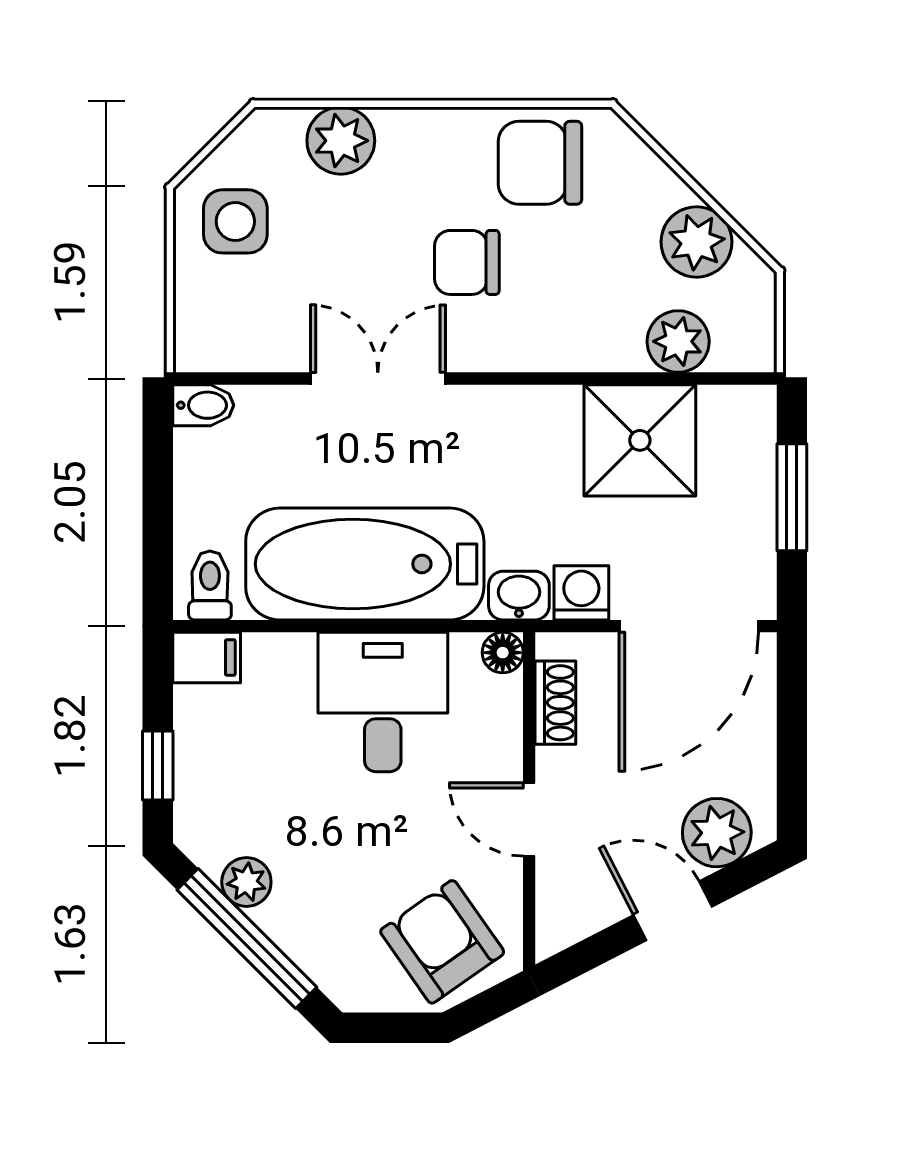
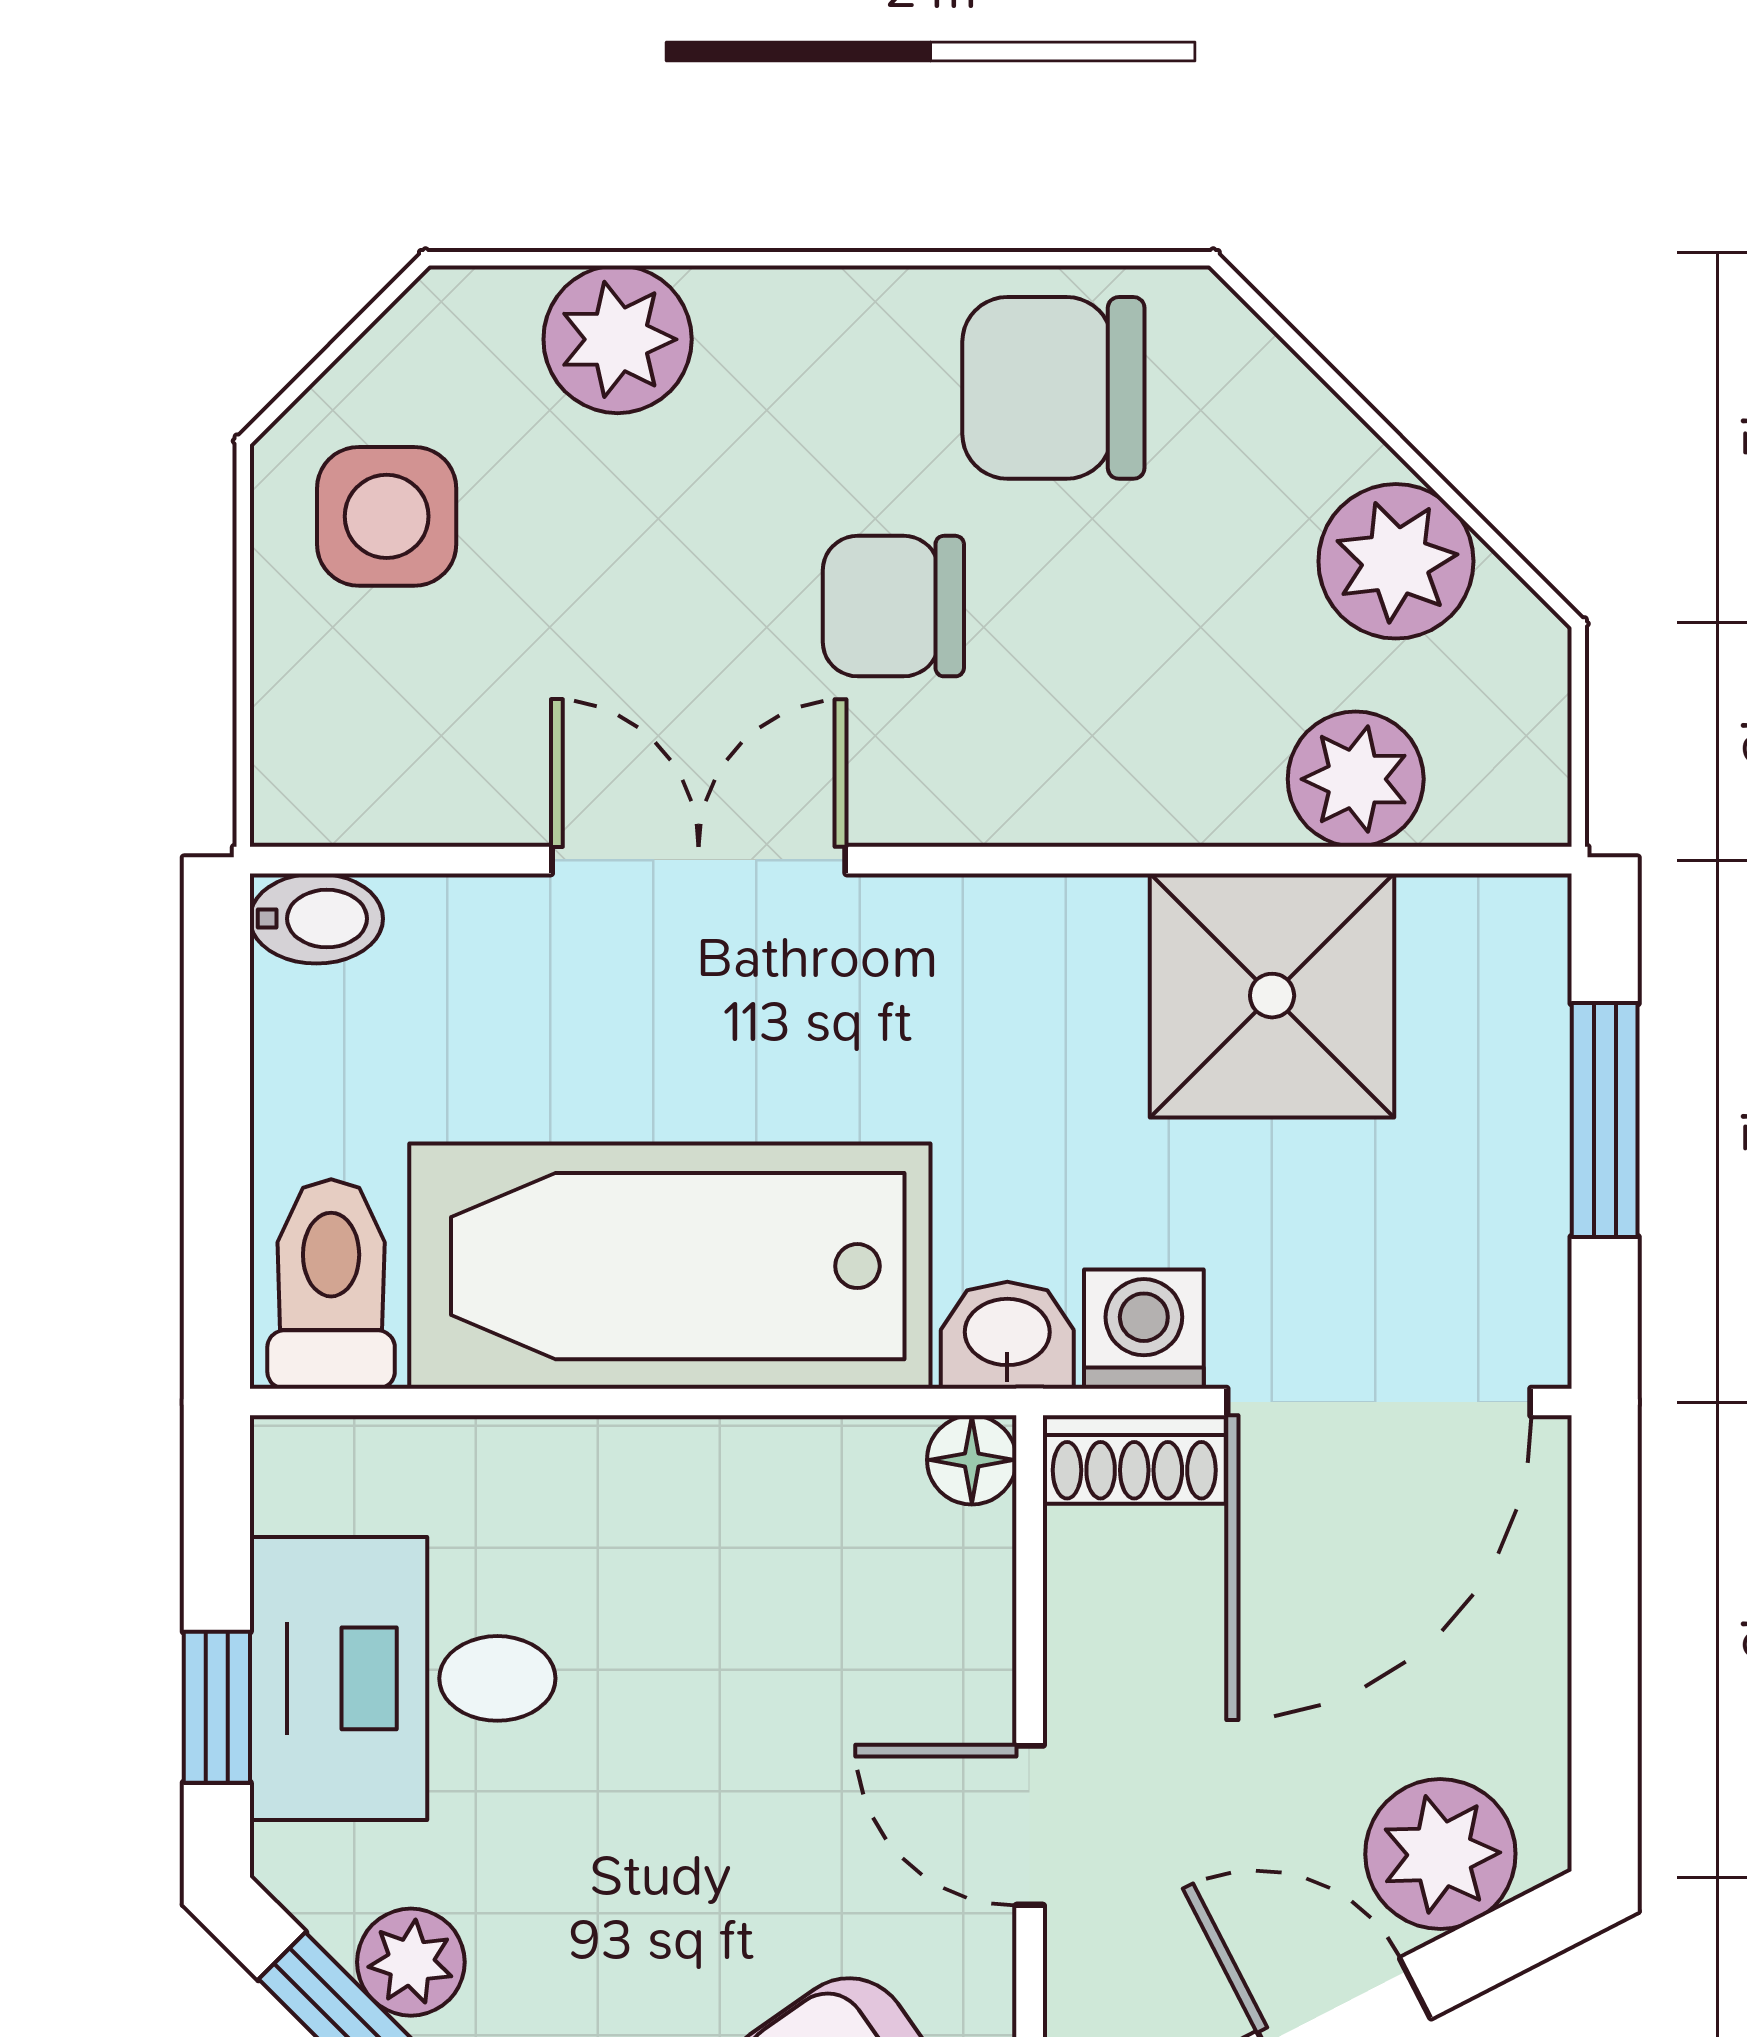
toilet: (210, 586) -> (331, 1284), width x1.37, depth x1.39
filing cabinet: (207, 657) -> (324, 1471), removed
desk: (383, 702) -> (403, 1678), moved, turned -90
shoe rack: (555, 703) -> (1134, 1460), moved, turned 90

